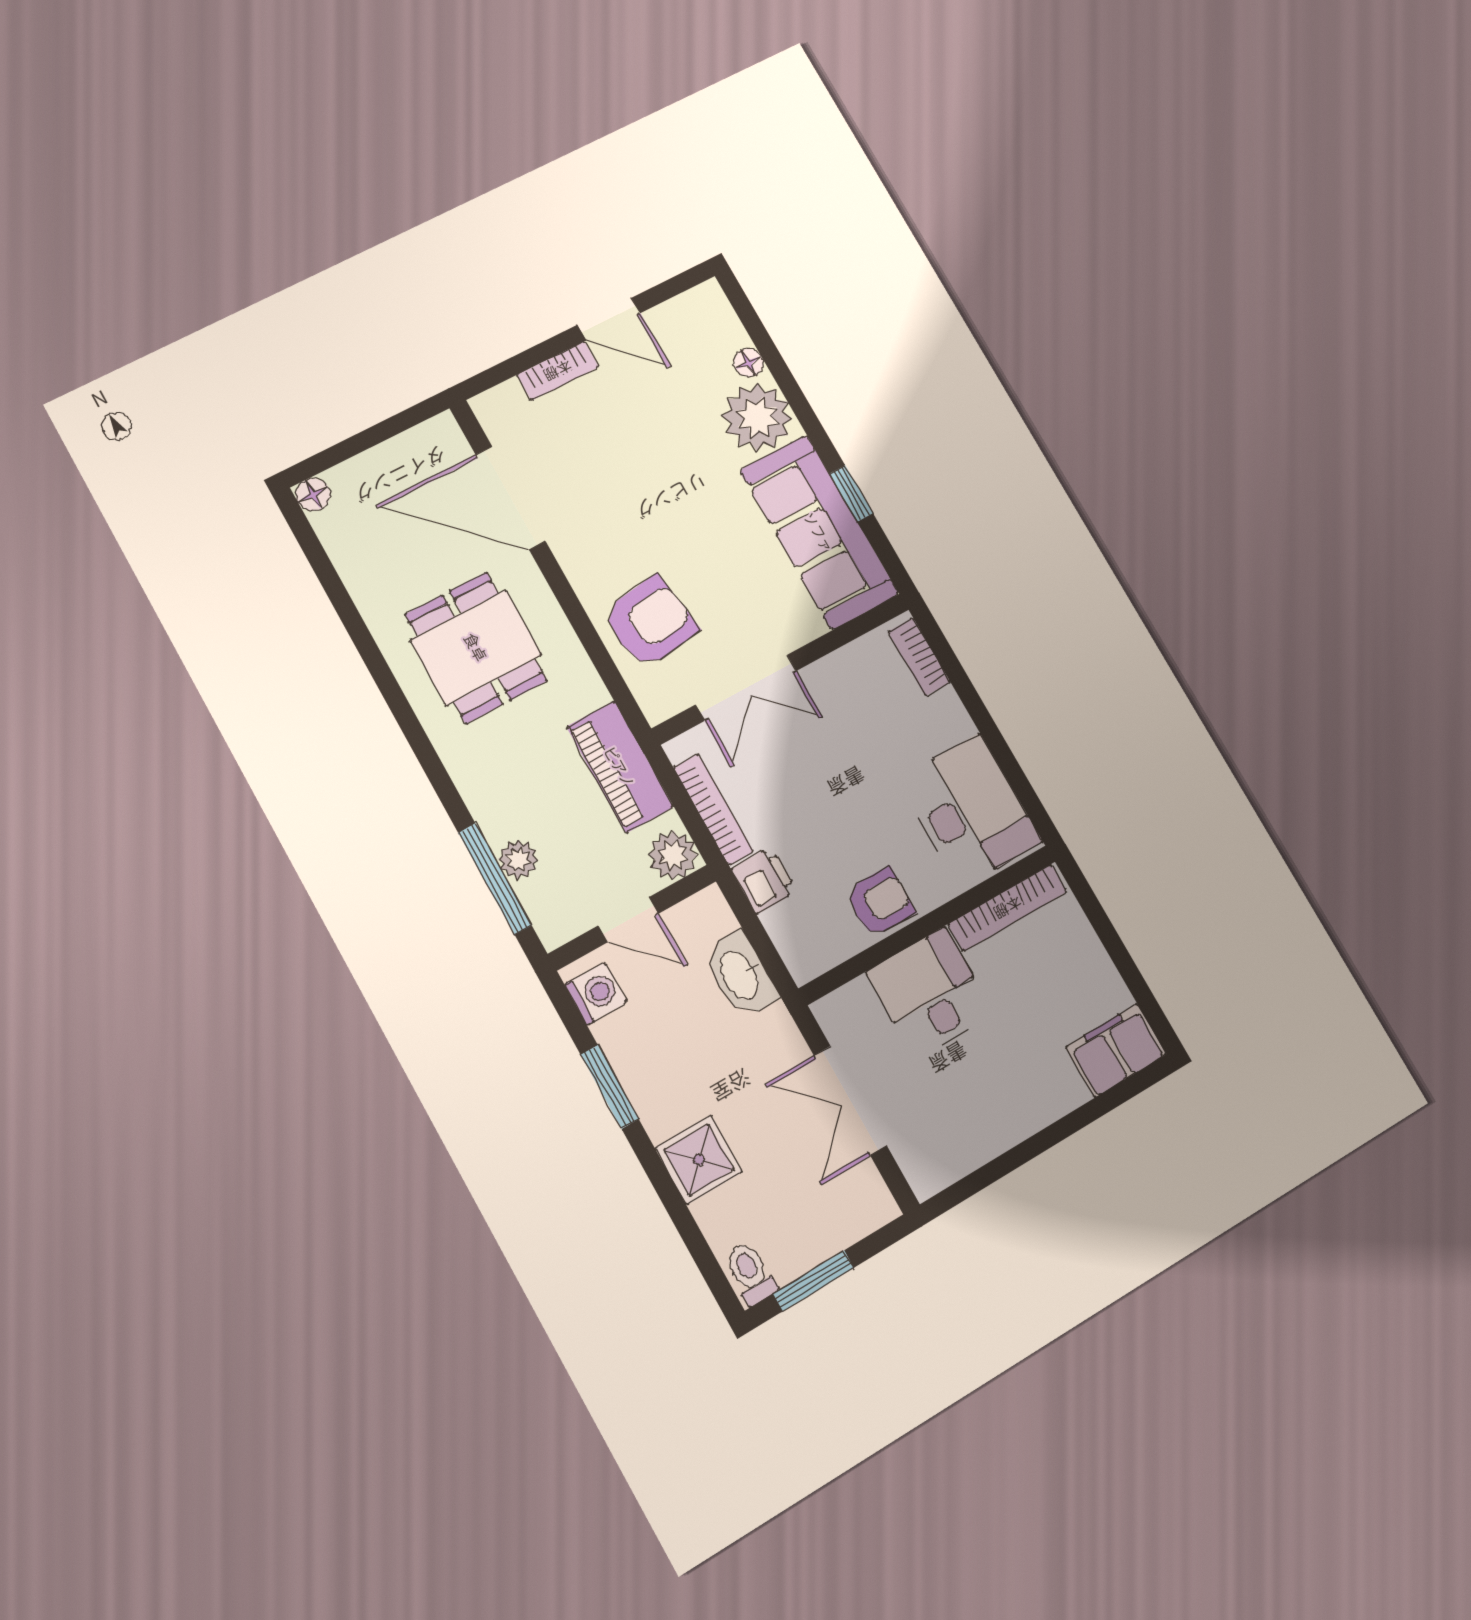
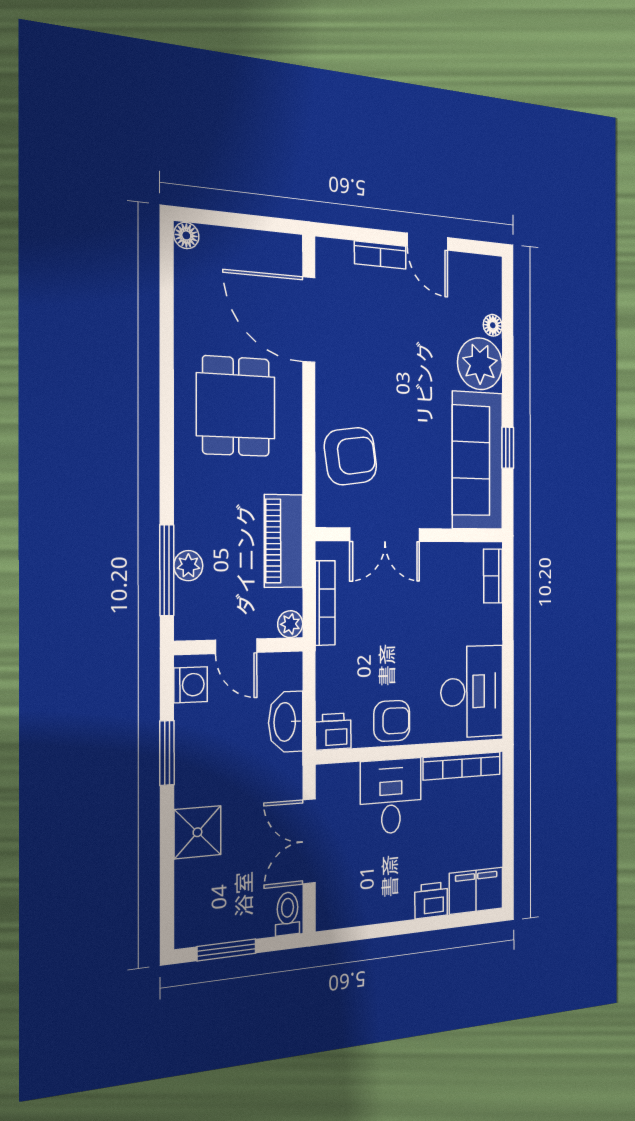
plant: (673, 855) -> (290, 624), width x0.73, depth x0.73
printer: (764, 880) -> (333, 732), moved, turned -90
printer: (1058, 1092) -> (431, 900), added
toilet: (750, 1273) -> (288, 914), moved

